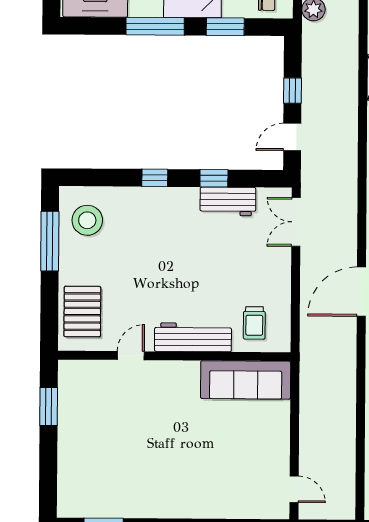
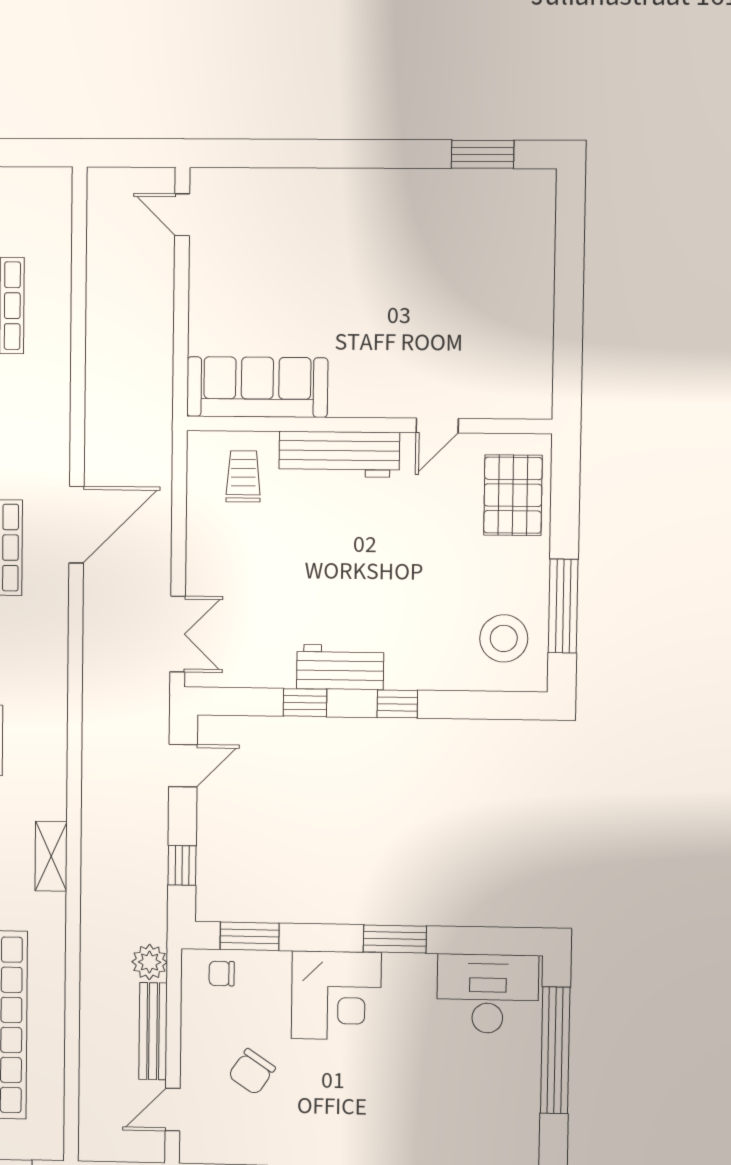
window: (155, 26) -> (395, 939), width x0.69
window: (225, 27) -> (250, 936), moved
window: (292, 91) -> (182, 865), moved
workbench: (228, 201) -> (340, 667), moved
window: (49, 406) -> (568, 345), removed

